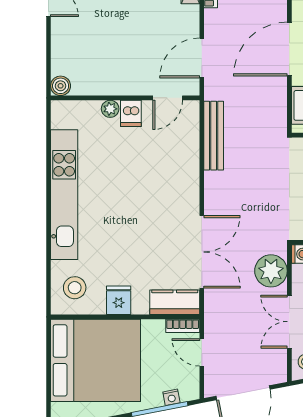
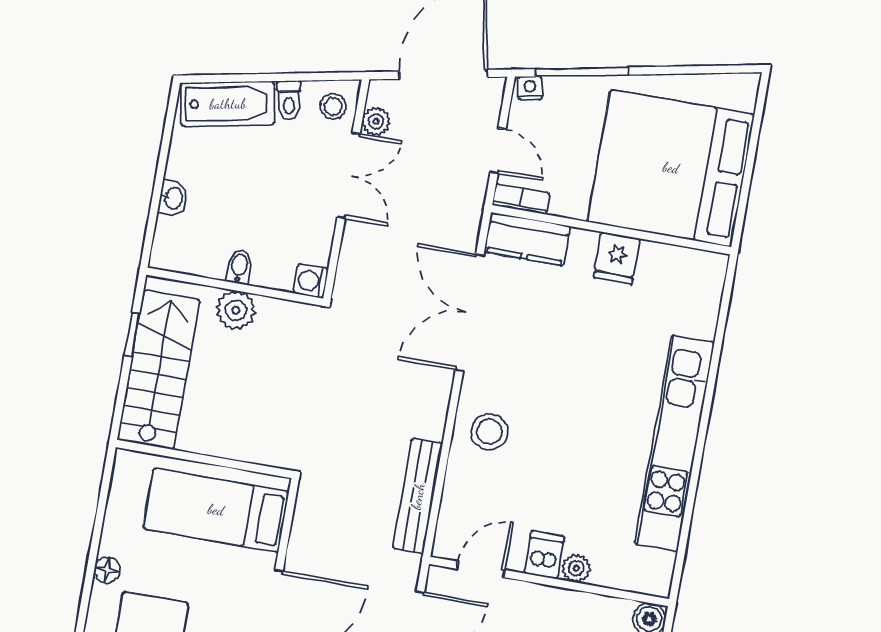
plant: (271, 271) -> (376, 121), moved, width x0.53, depth x0.53
stool: (75, 288) -> (489, 432), moved
nightstand: (171, 397) -> (530, 88), moved

